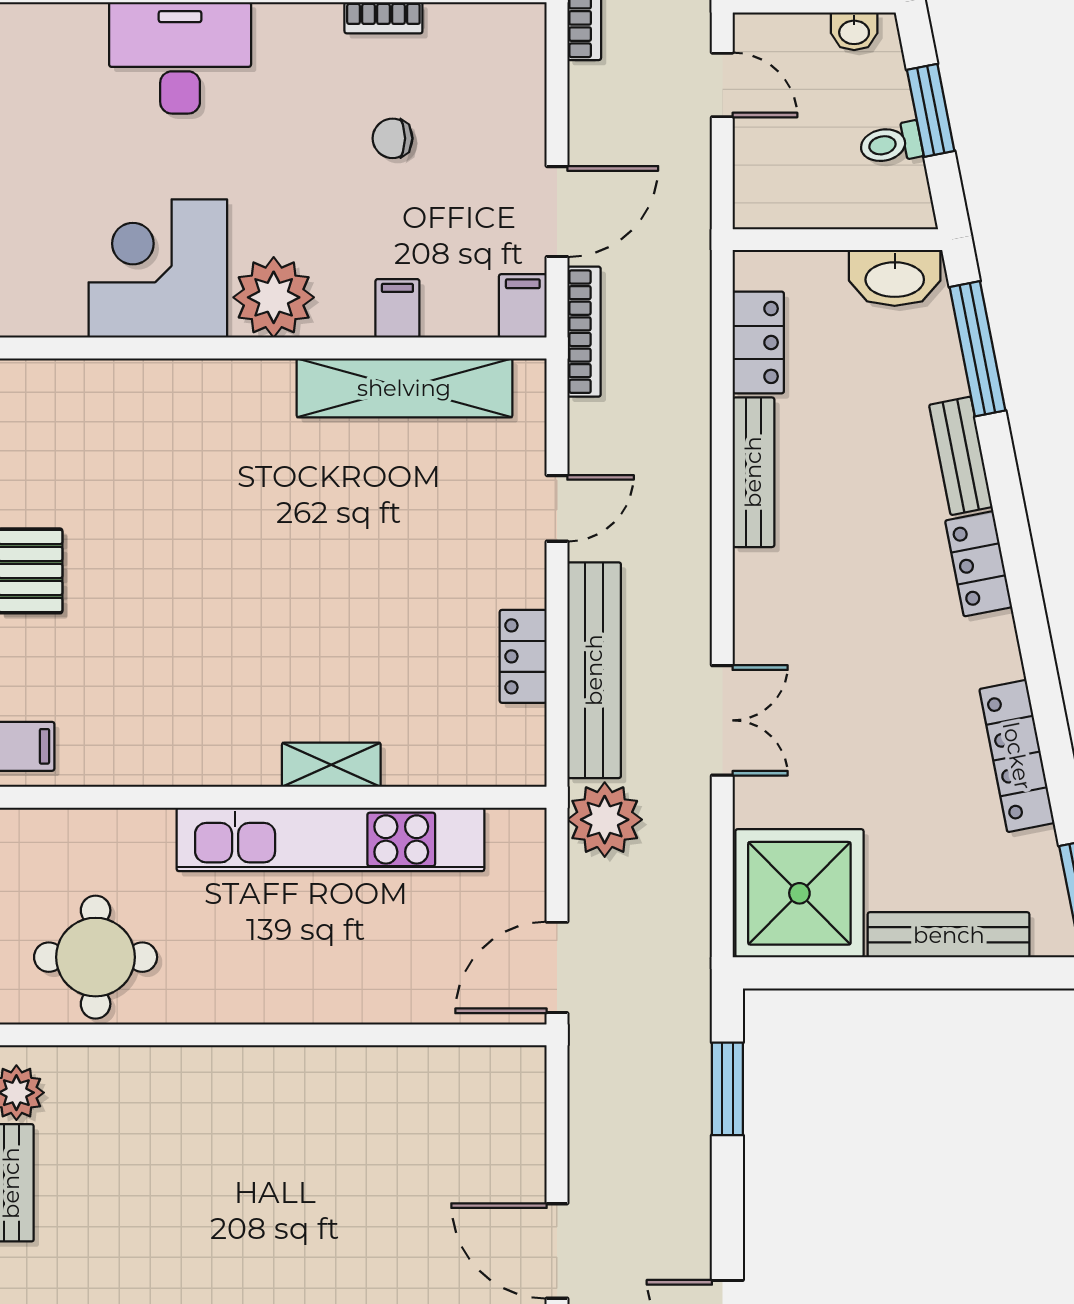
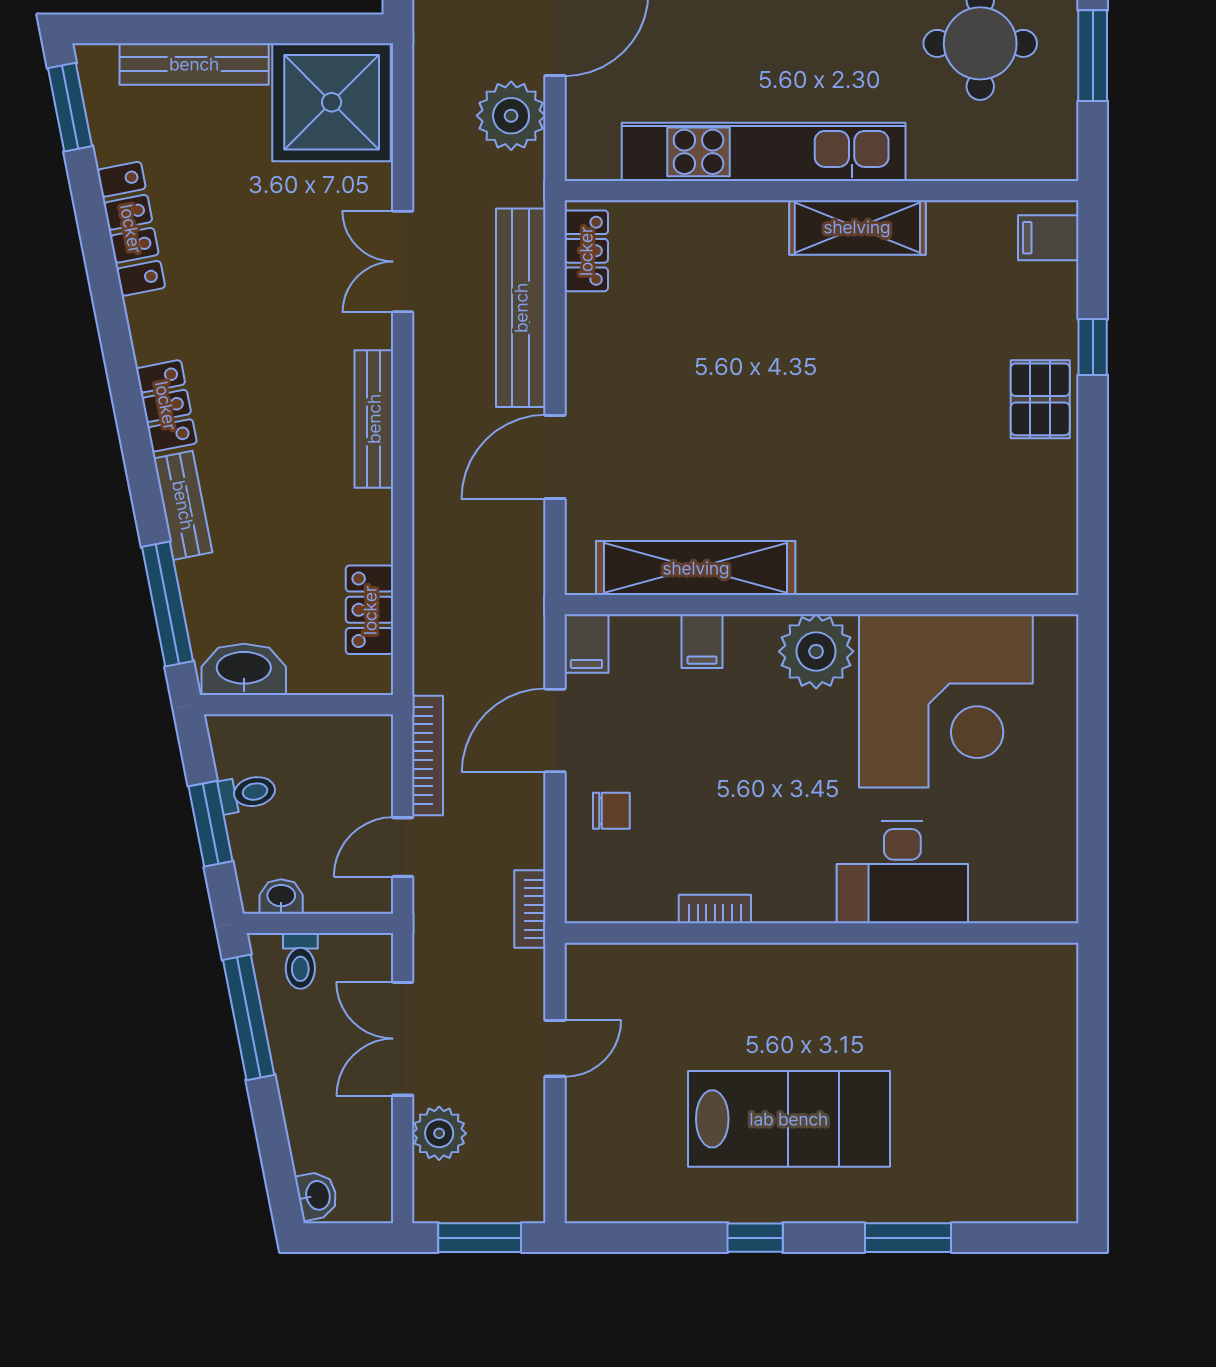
door: (722, 85) -> (403, 847), hinge flipped
chair: (393, 138) -> (611, 811), moved
corner desk: (158, 269) -> (946, 701), width x1.36, depth x1.36
bookcase: (584, 332) -> (428, 755), moved, turned 180
bench: (753, 472) -> (374, 419), moved
door: (557, 508) -> (555, 457), width x1.38
locker: (523, 656) -> (586, 251), moved
shelving: (331, 765) -> (857, 227), moved, width x1.50, depth x1.33
plant: (605, 820) -> (511, 116), moved

